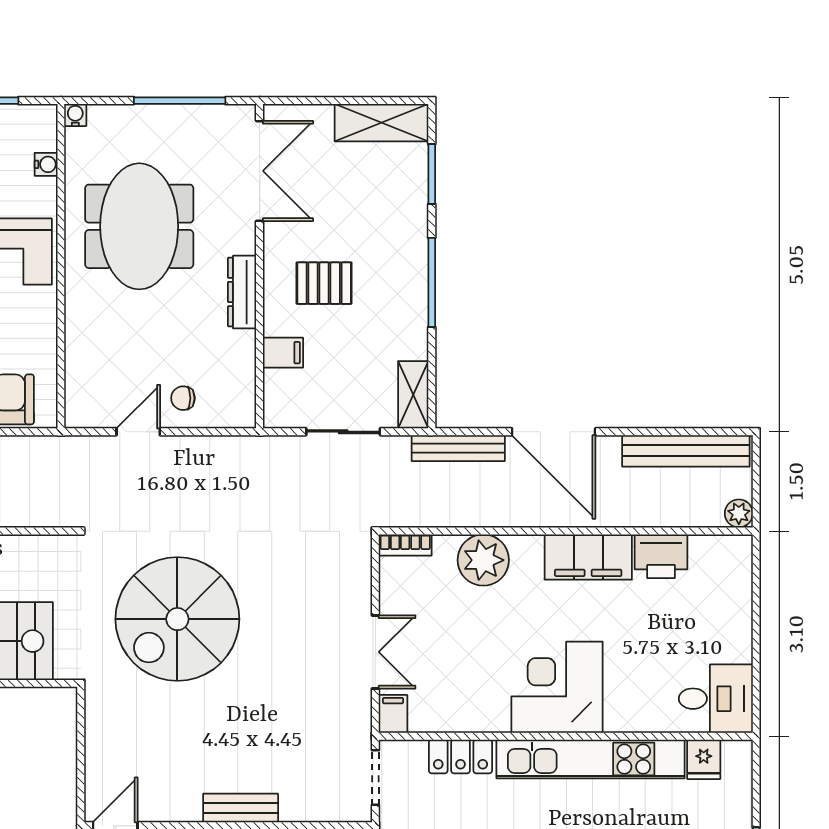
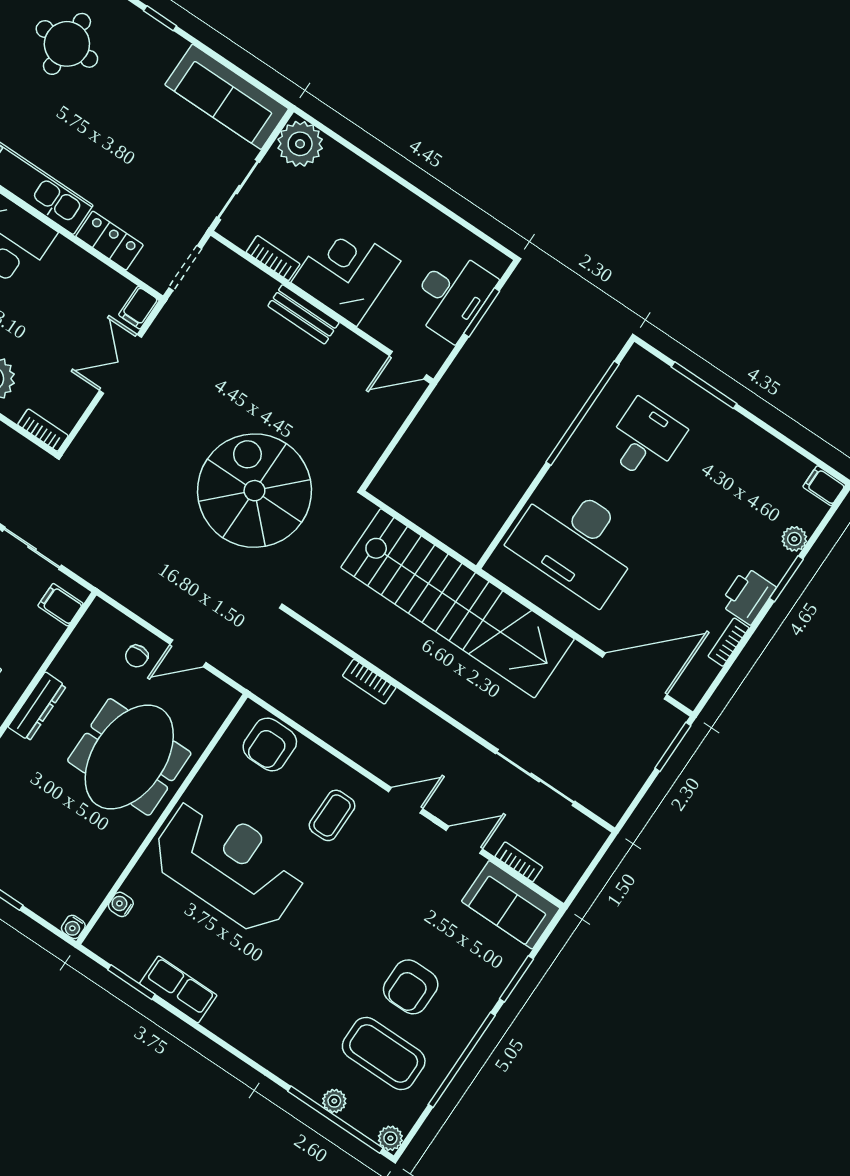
meeting table: (139, 226) -> (129, 757), moved
filing cabinet: (283, 353) -> (61, 605), moved
chair: (183, 398) -> (137, 656), turned 90
spiral stairs: (177, 619) -> (254, 491), turned -90

